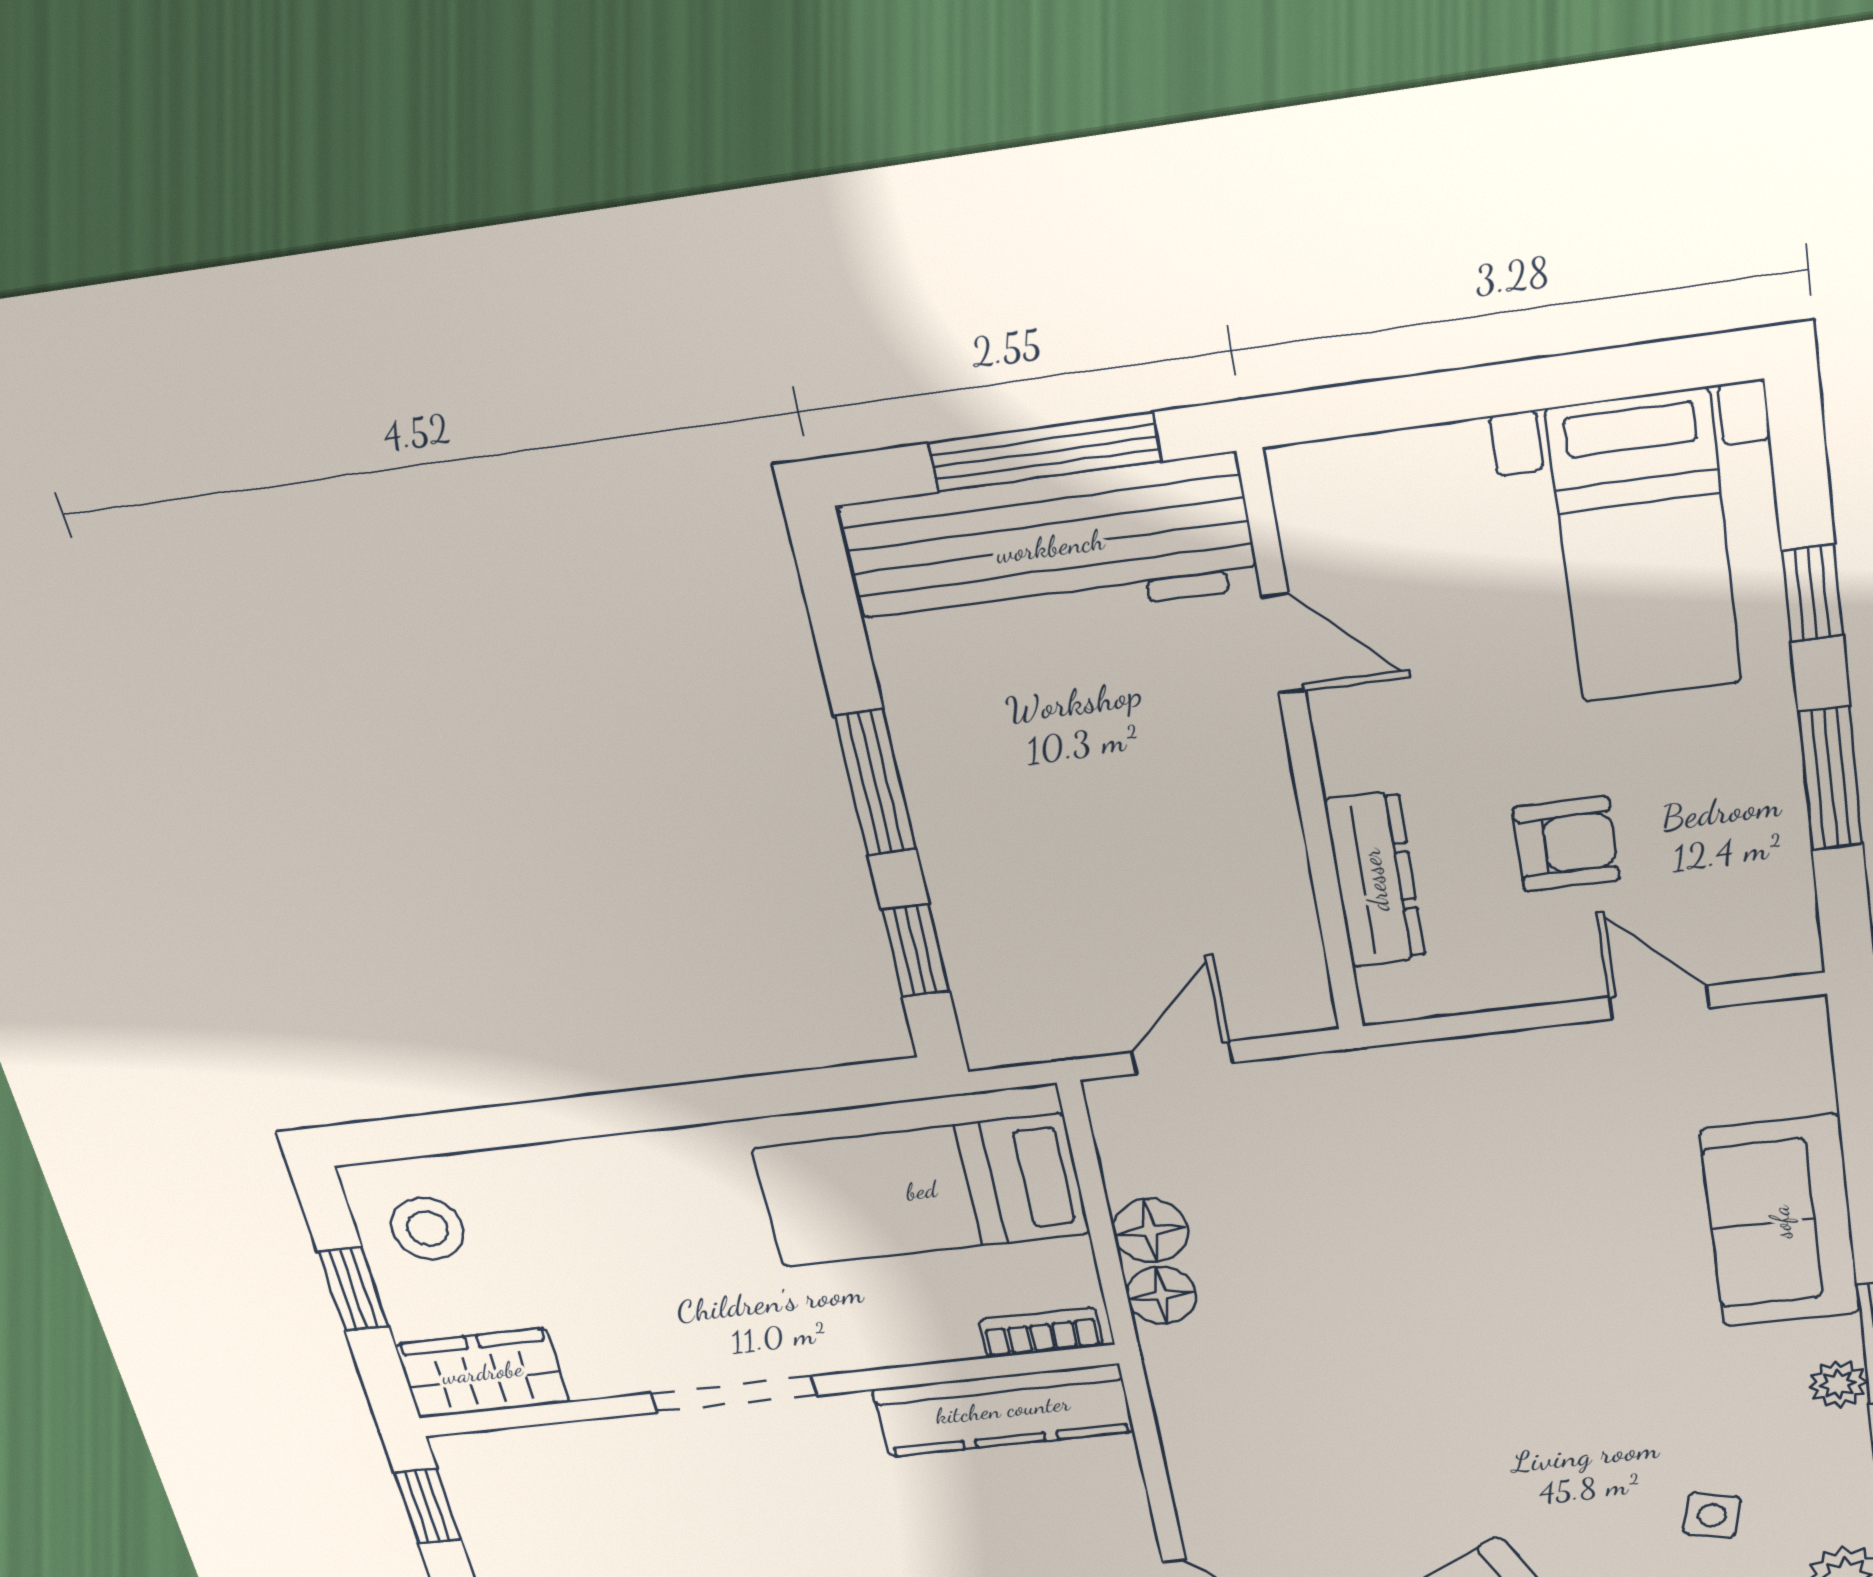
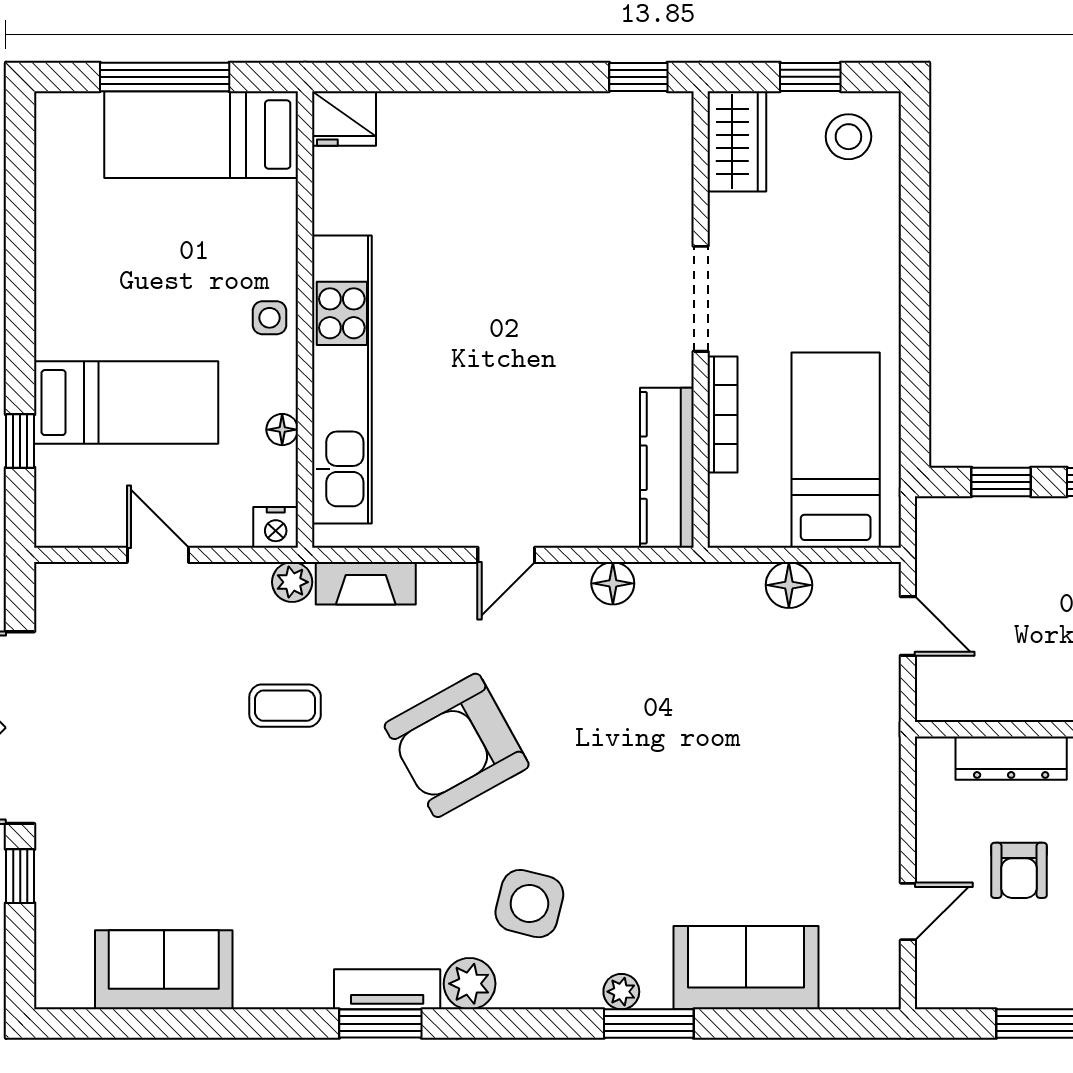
floor lamp: (1161, 1295) -> (613, 583), moved
bookcase: (1041, 1333) -> (723, 415), moved, width x1.56
side table: (1712, 1515) -> (529, 904), width x1.87, depth x1.87

